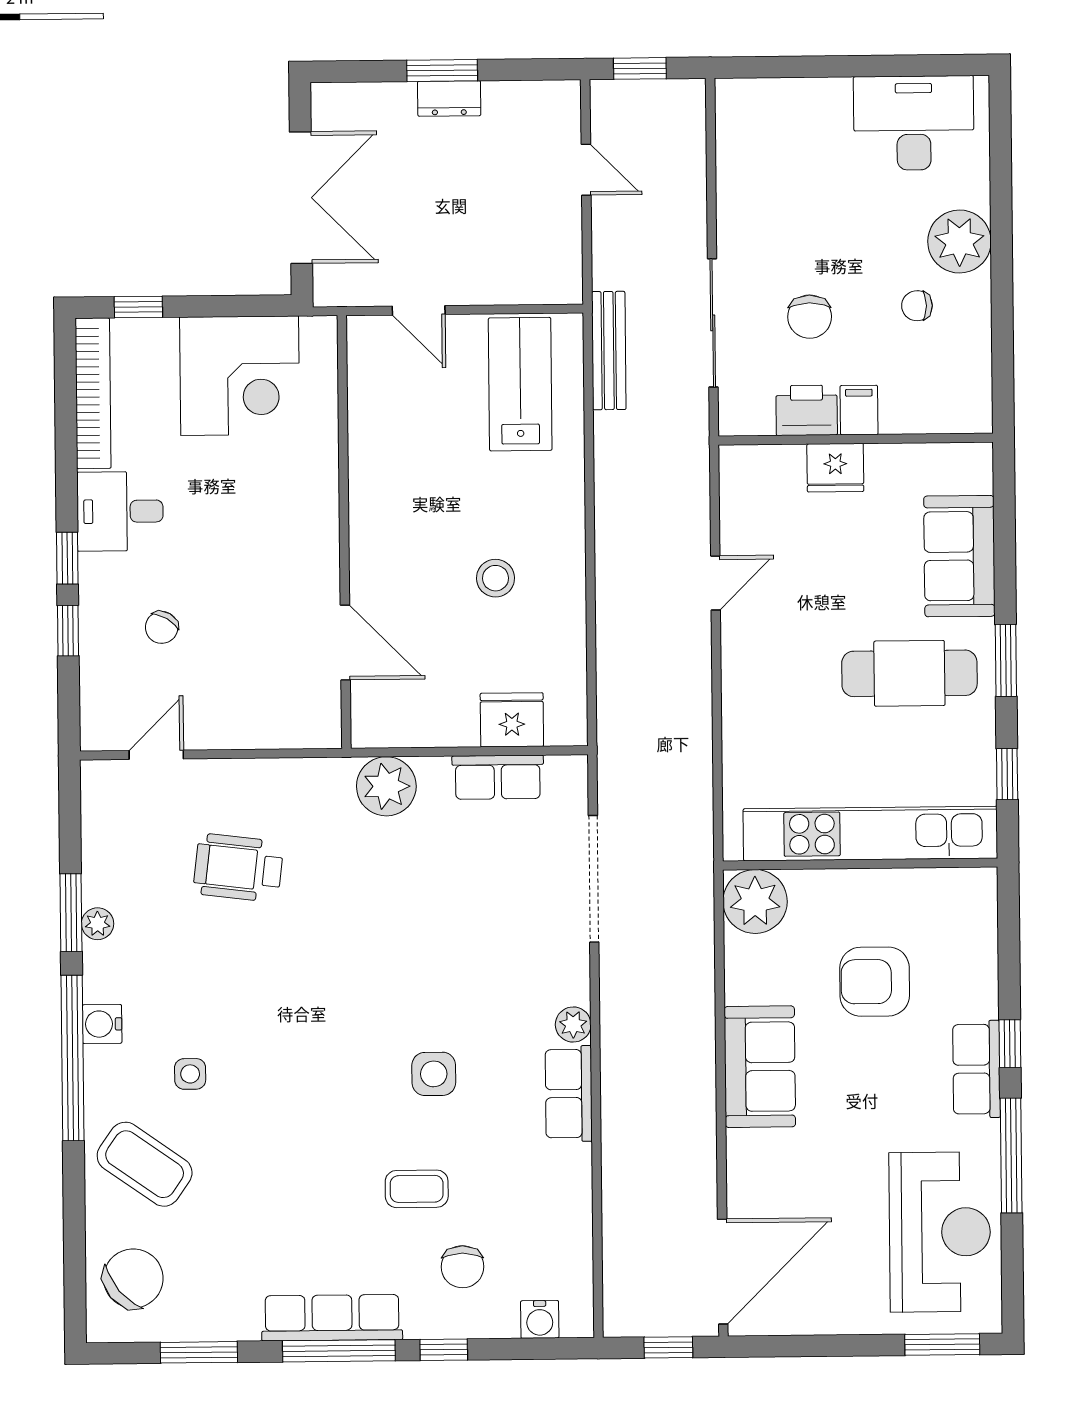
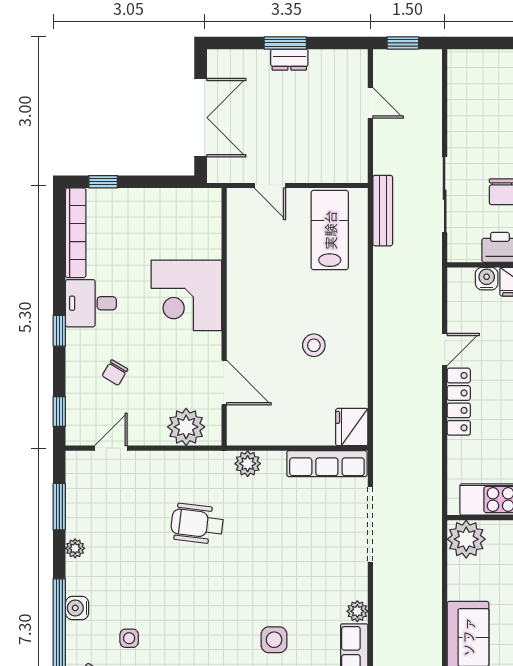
corner desk: (240, 376) -> (186, 295), moved, turned 90
water cooler: (785, 463) -> (487, 279), added
window: (68, 631) -> (59, 412), moved
locker: (740, 670) -> (459, 402), added
plant: (282, 718) -> (186, 427), added
fridge: (512, 720) -> (352, 427), moved, turned -90
row of seats: (498, 777) -> (327, 464), width x1.48
plant: (386, 786) -> (248, 464), width x0.73, depth x0.73
wheelchair: (238, 868) -> (197, 524), moved
window: (71, 913) -> (59, 507), moved

